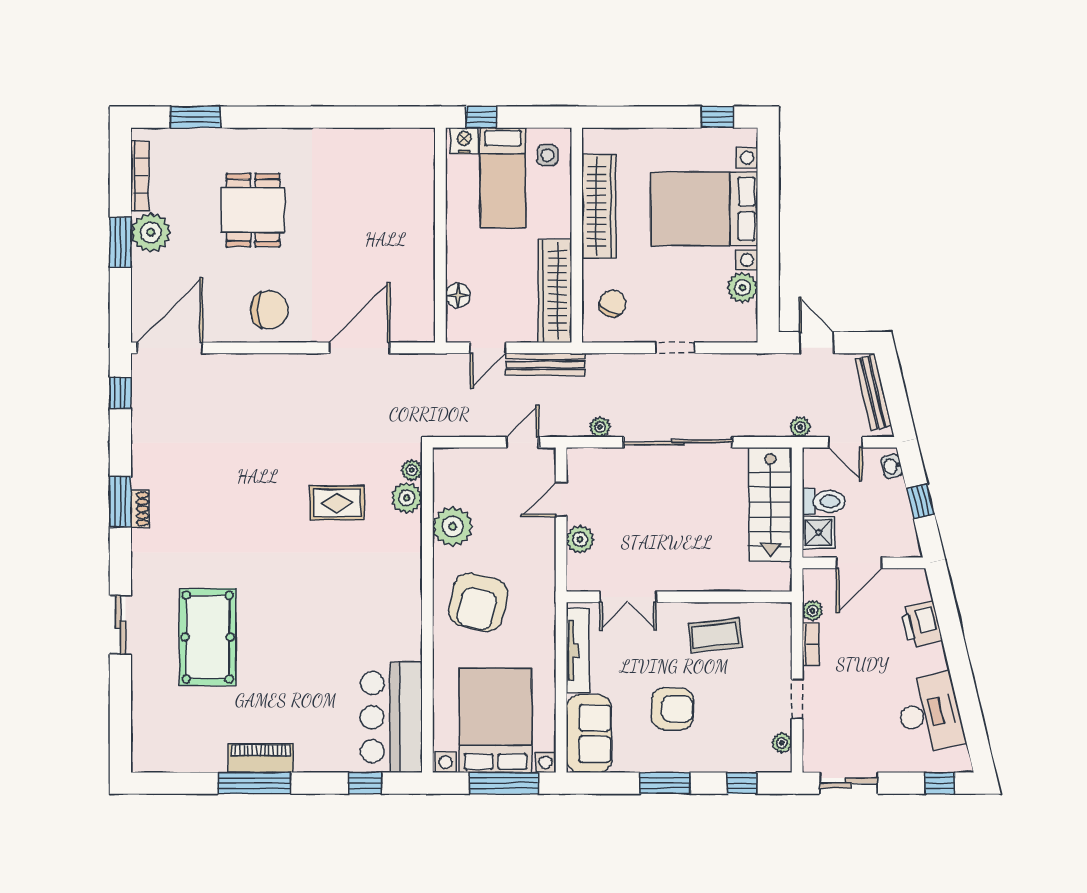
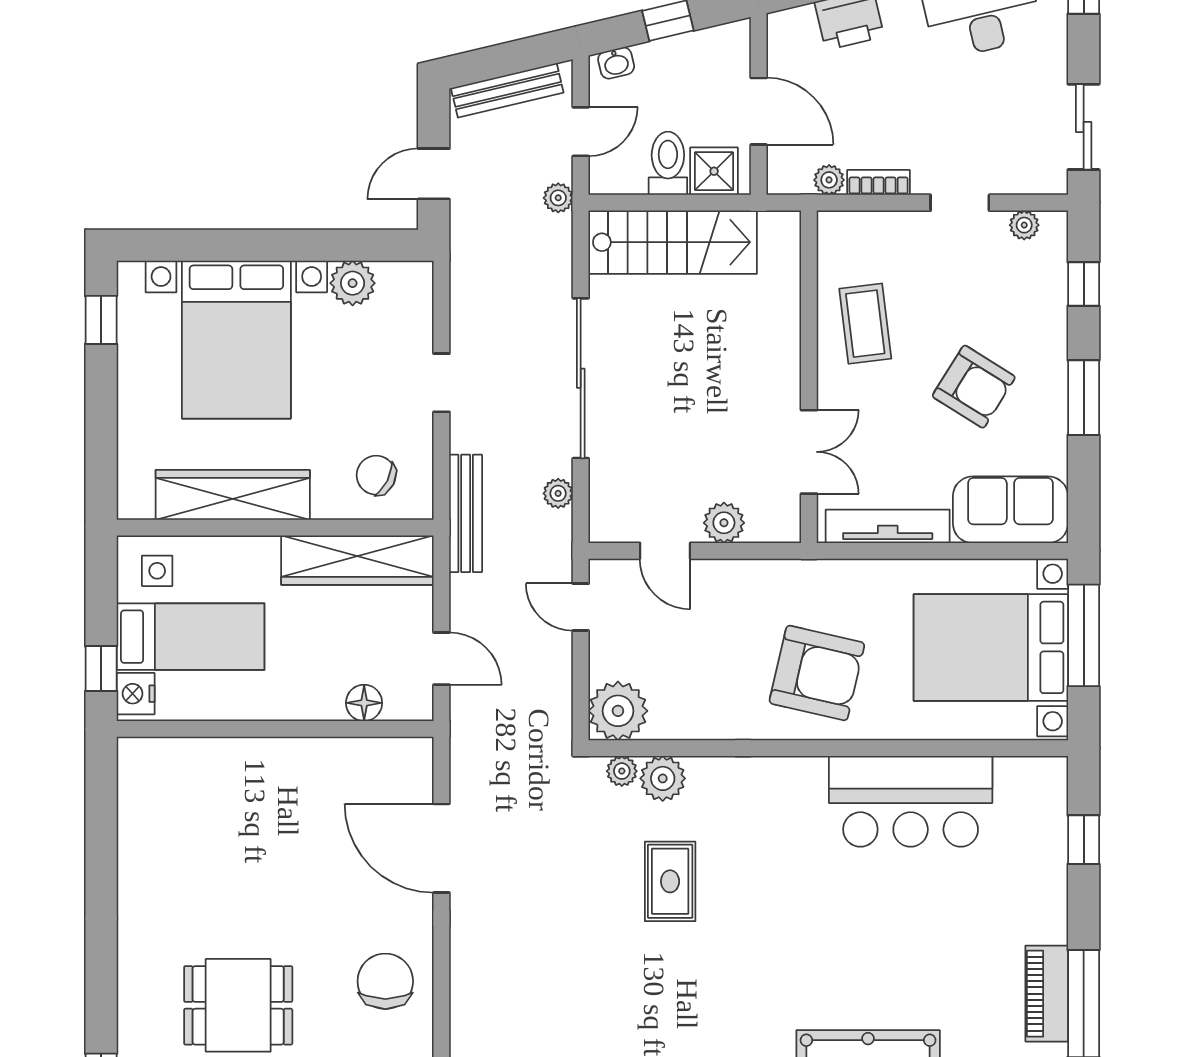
bench: (546, 364) -> (466, 513), moved
plant: (453, 527) -> (618, 711), moved
armchair: (672, 709) -> (974, 387), turned 122
bar counter: (391, 717) -> (911, 801), moved

